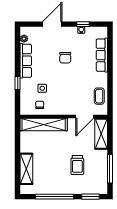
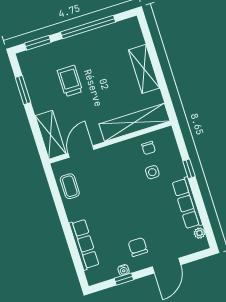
chair: (65, 58) -> (138, 247), moved
shelving: (26, 169) -> (144, 69), moved
window: (110, 169) -> (23, 90), width x0.69

